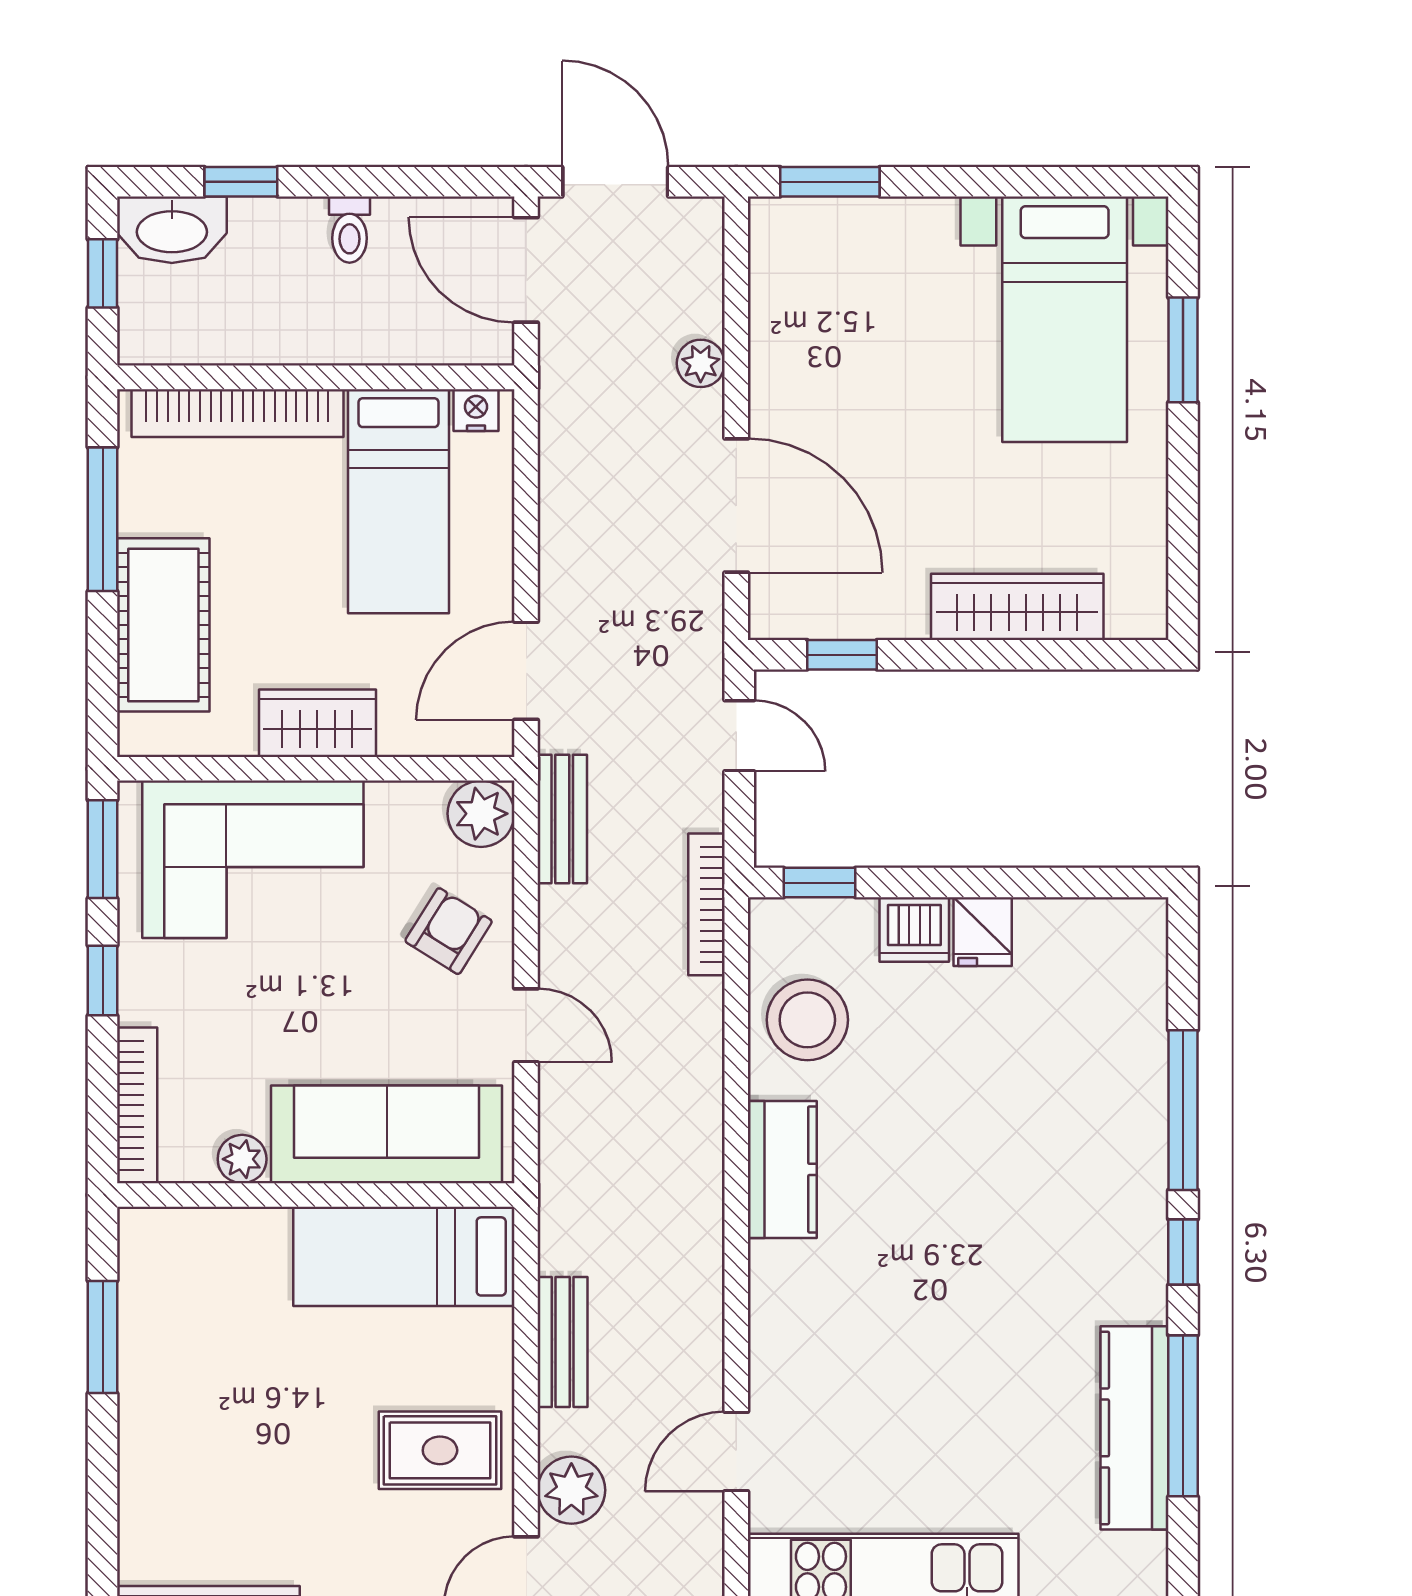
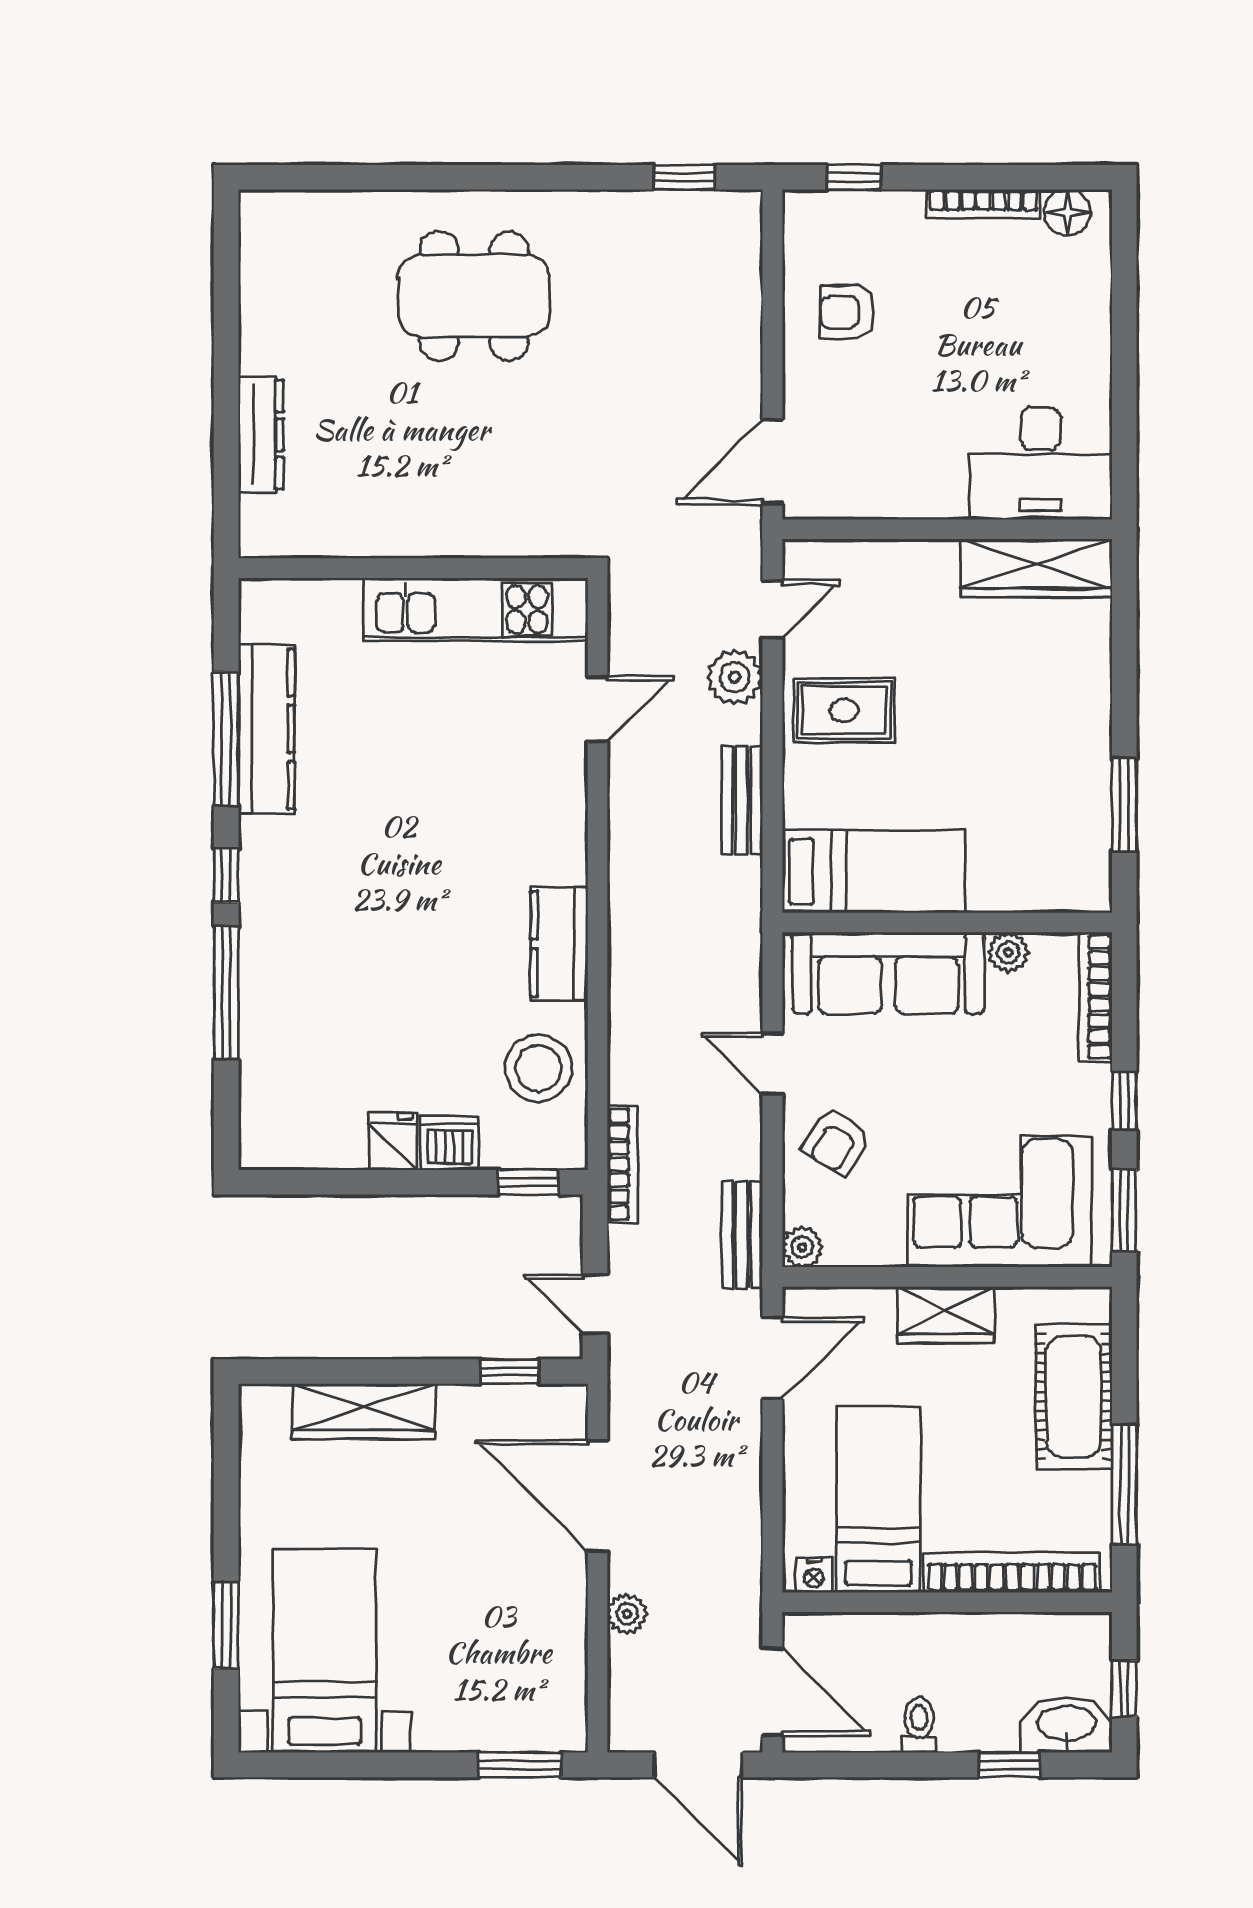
plant: (481, 814) -> (802, 1247), width x0.73, depth x0.73

